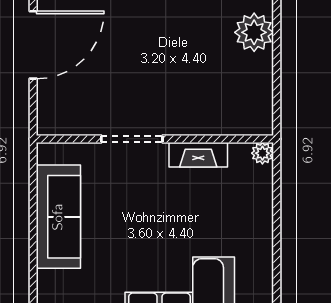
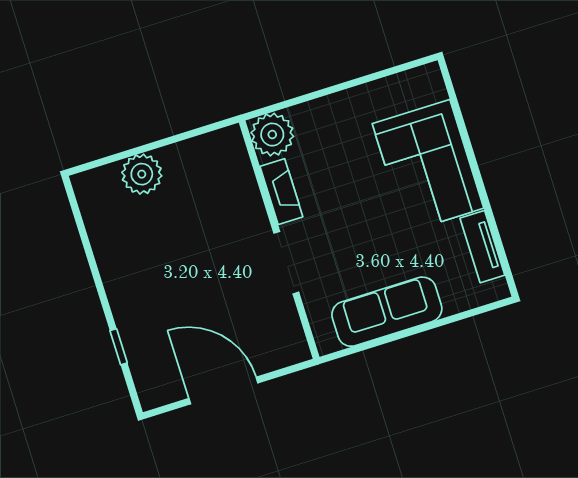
plant: (262, 153) -> (272, 135), width x1.87, depth x1.87

